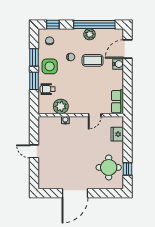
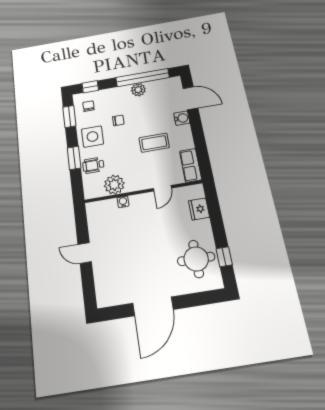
door: (127, 49) -> (190, 98), swing flipped
window: (34, 57) -> (69, 116), moved
coffee table: (93, 60) -> (154, 143), moved

